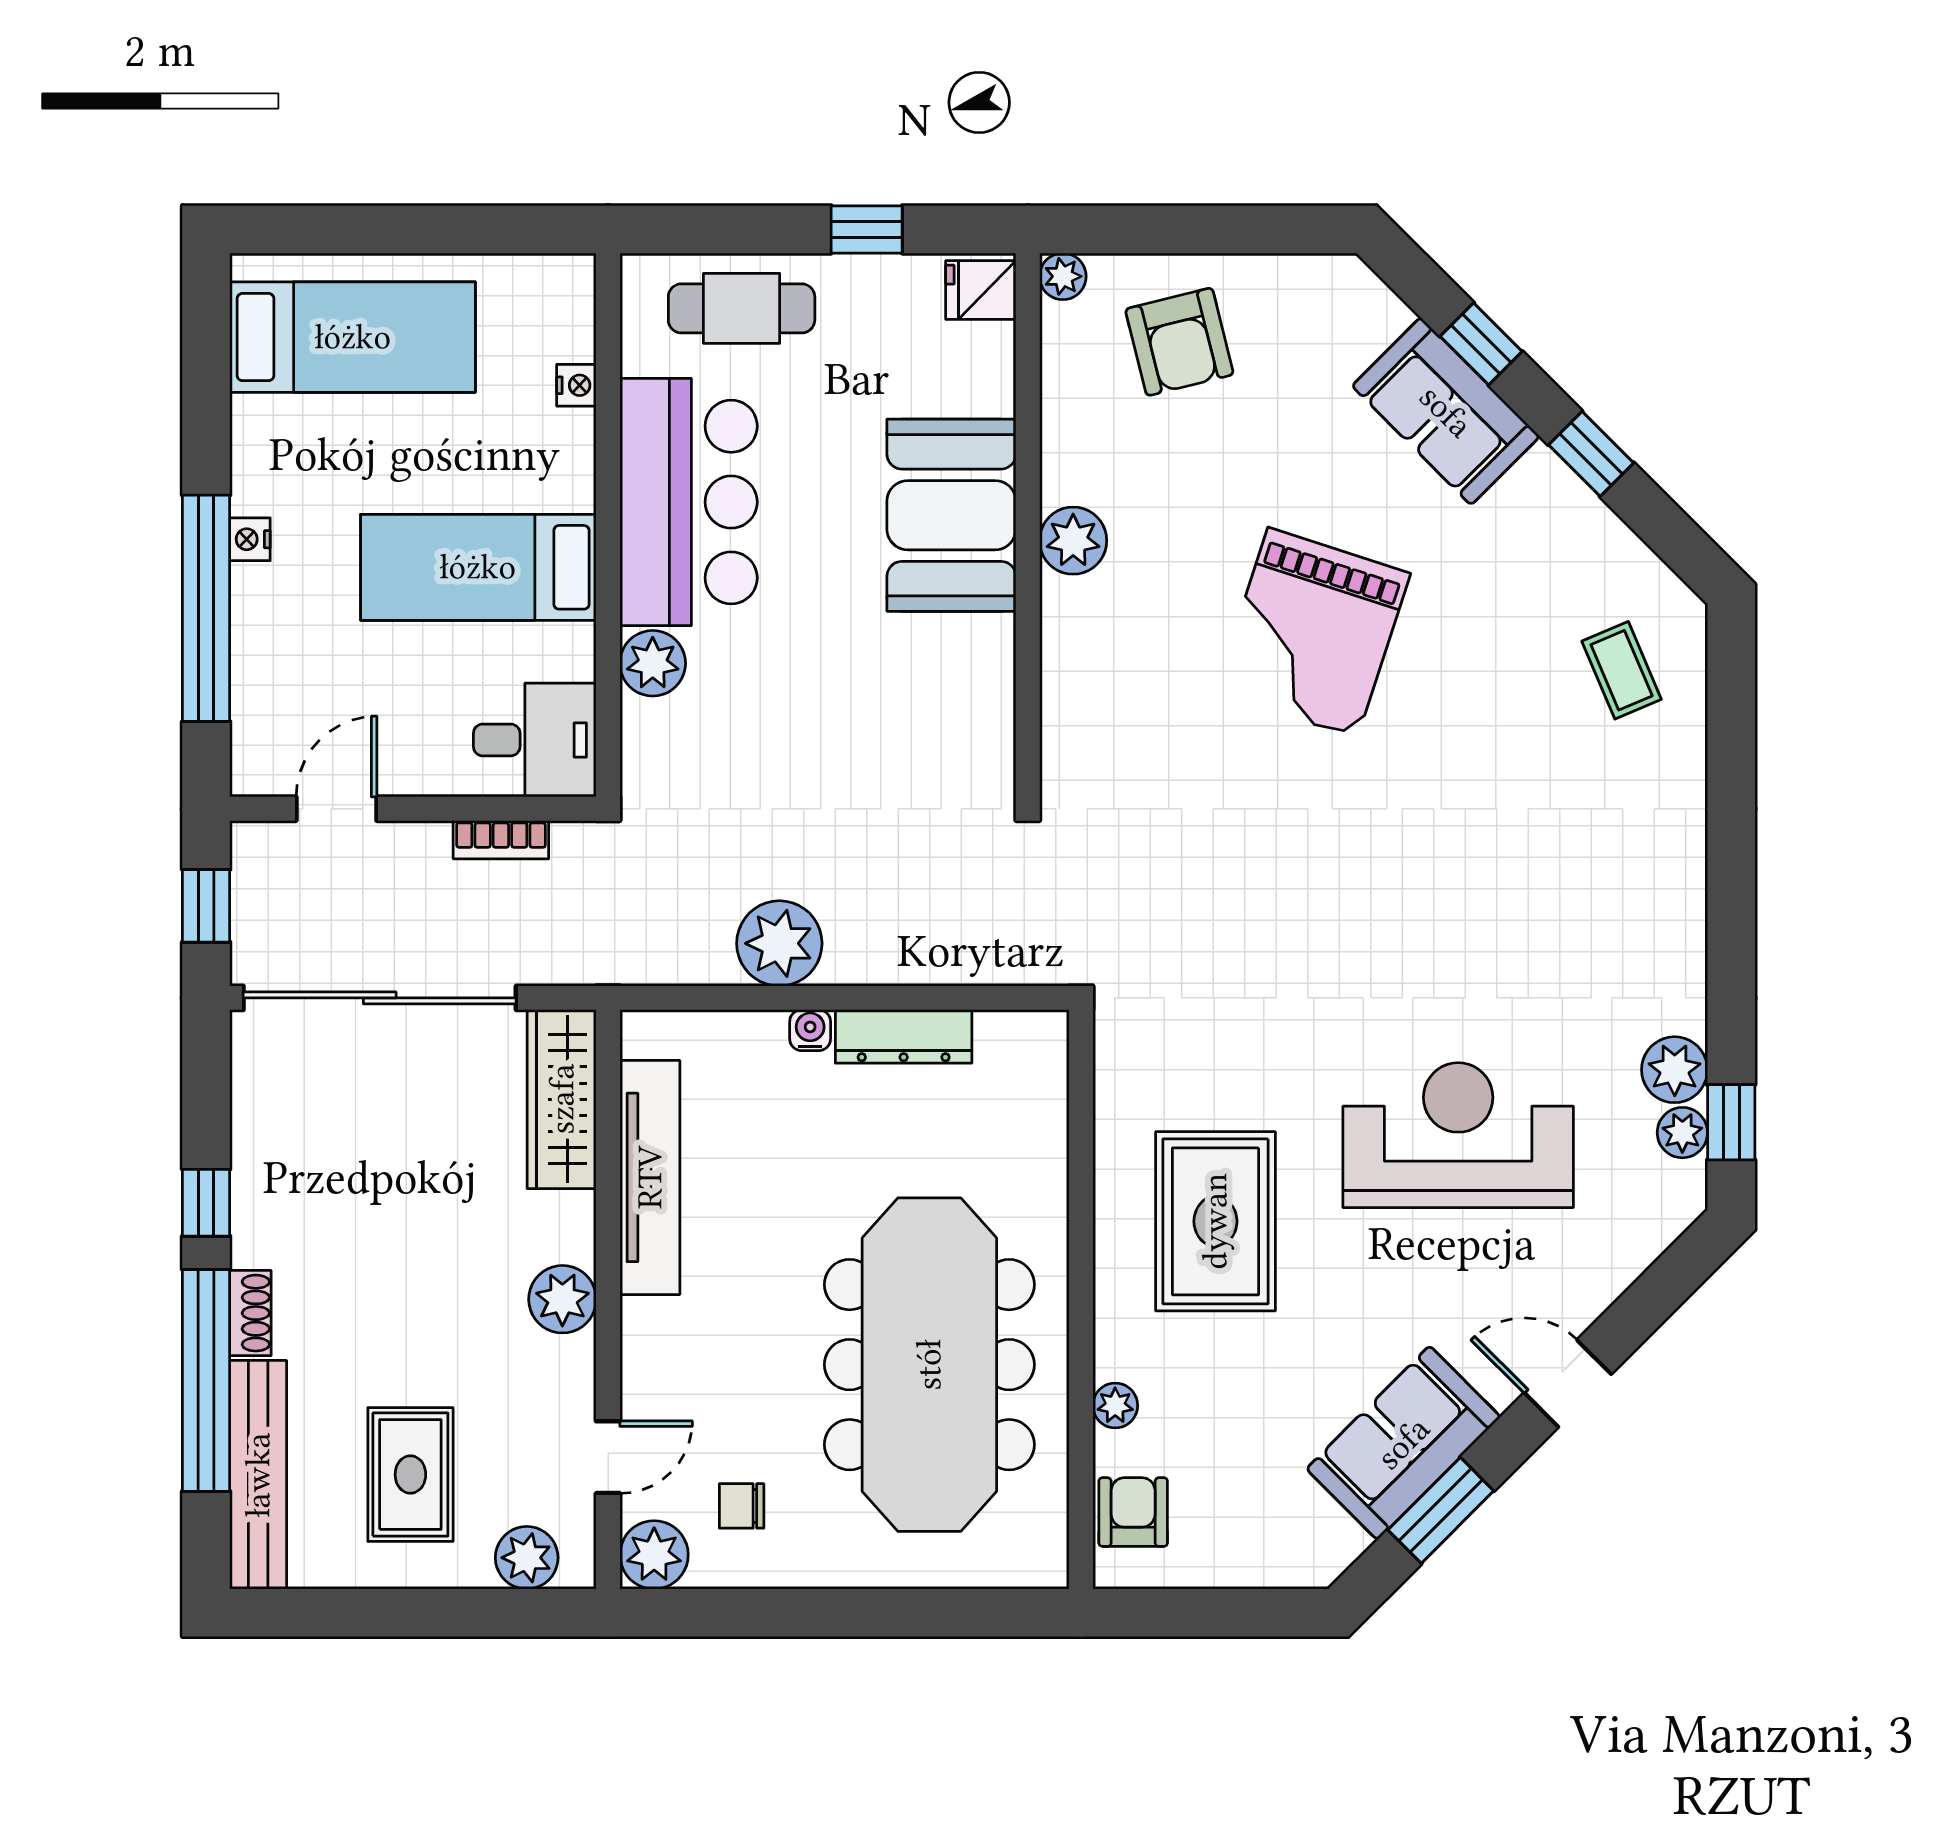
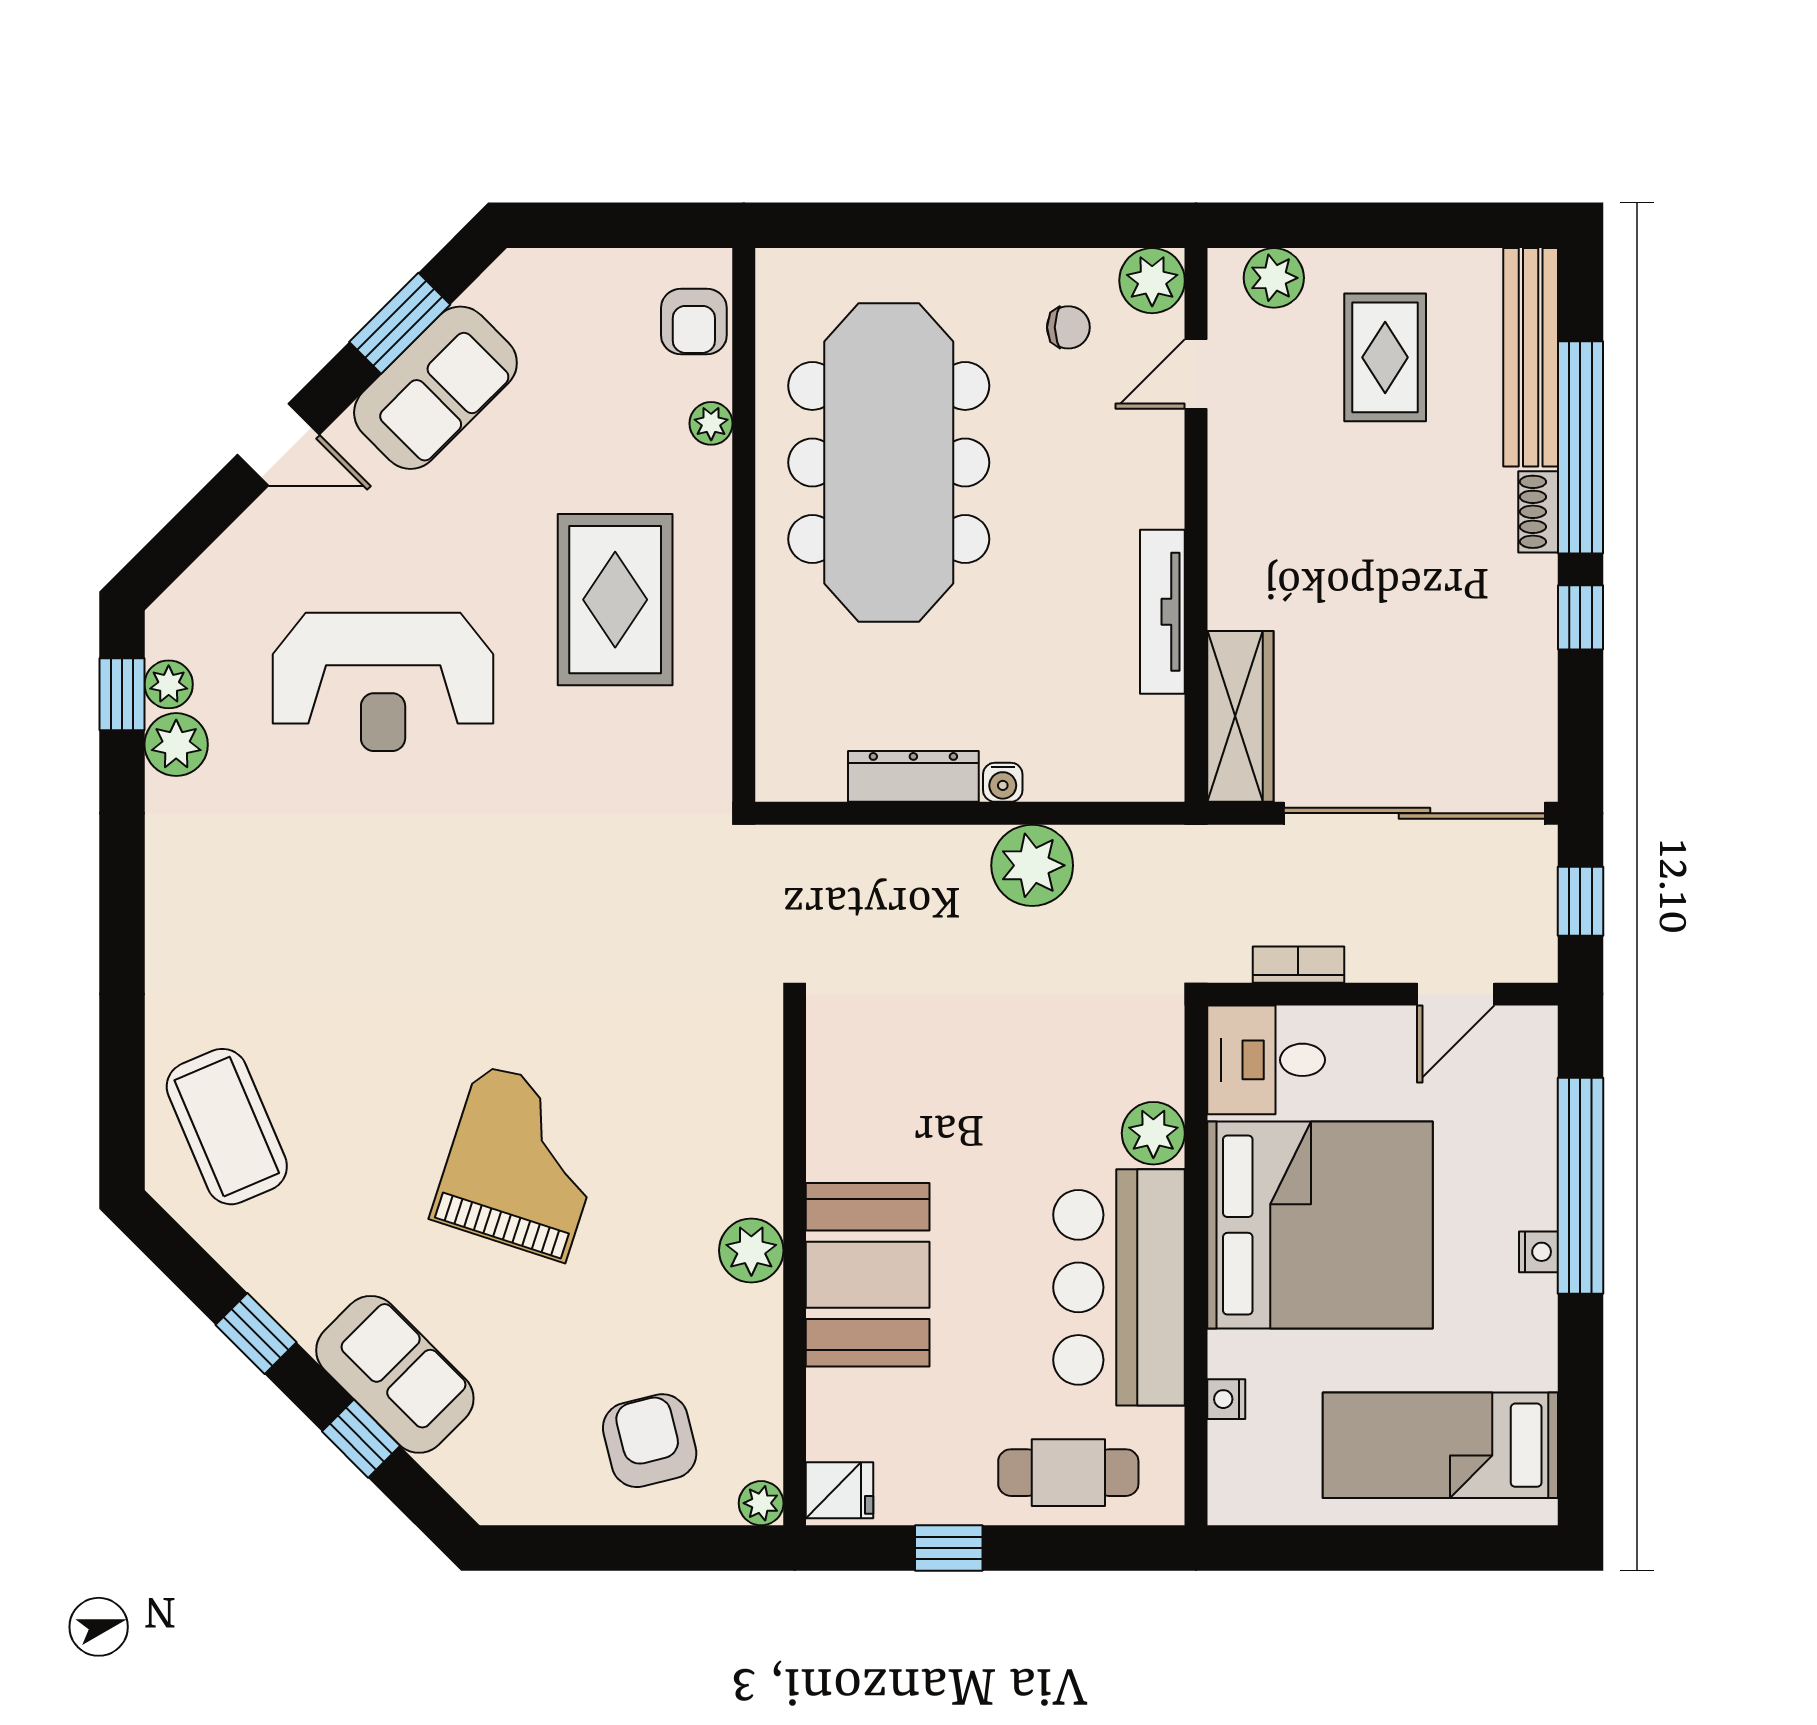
bed: (478, 567) -> (1320, 1225), width x2.04
coffee table: (1622, 670) -> (227, 1127), width x1.86, depth x1.72
tv unit: (650, 1177) -> (1162, 612), width x0.73, depth x0.78
plant: (562, 1299) -> (1240, 525), removed

